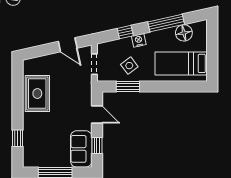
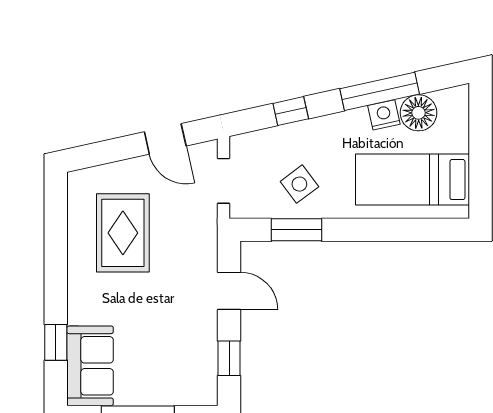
nightstand: (139, 40) -> (384, 115), moved
rug: (37, 94) -> (123, 233), moved
sofa: (81, 149) -> (90, 366), moved, turned 180

